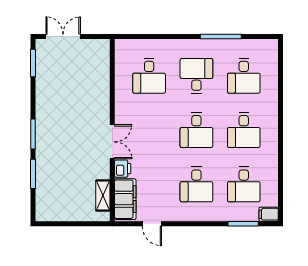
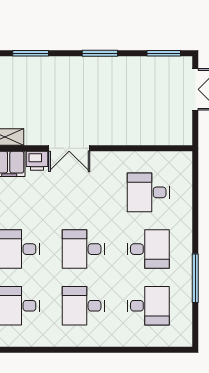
desk: (244, 76) -> (148, 306), turned 180
window: (33, 134) -> (100, 53), moved

